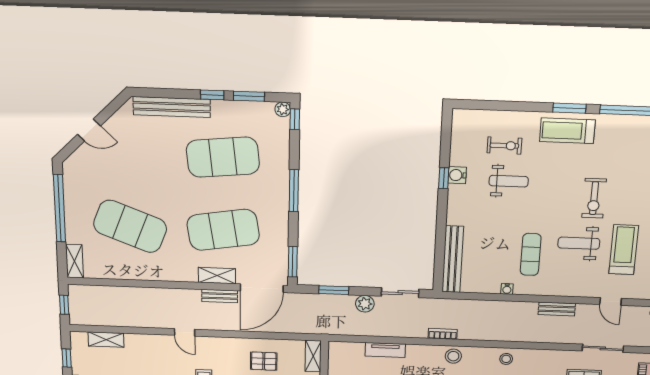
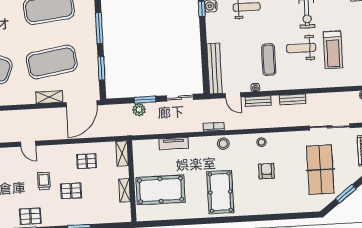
treadmill: (624, 250) -> (333, 50), turned 180
window: (293, 262) -> (101, 68), moved
window: (334, 290) -> (145, 100), moved
bench: (220, 296) -> (258, 101), moved
door: (611, 301) -> (233, 95), moved
plant: (365, 304) -> (139, 110), moved
sliding door: (603, 348) -> (330, 127), width x1.37

